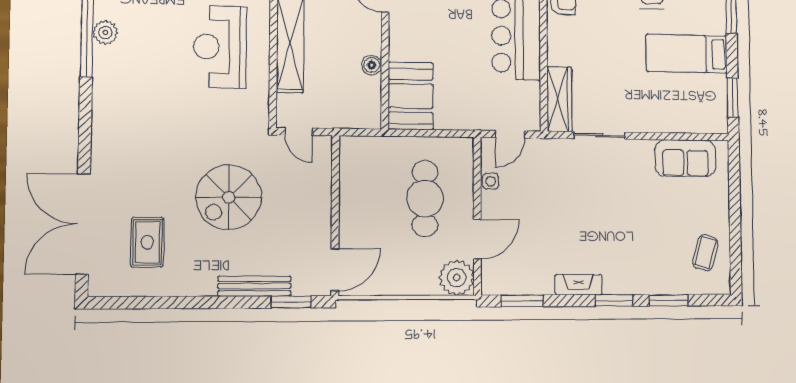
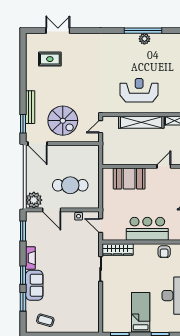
boiler: (372, 65) -> (132, 160), removed
booth: (411, 96) -> (129, 178), moved
sofa: (685, 158) -> (34, 285), moved, turned 180
spiral stairs: (229, 197) -> (63, 121), moved, turned 180
double door: (83, 224) -> (58, 31), width x0.54

